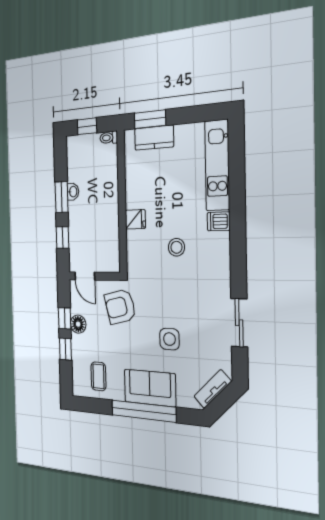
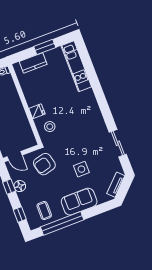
window: (150, 119) -> (45, 47), moved
dishwasher: (219, 221) -> (88, 95), removed
stool: (176, 247) -> (50, 127), moved
window: (65, 349) -> (20, 215), moved
window: (143, 411) -> (62, 223), moved

